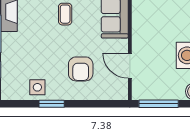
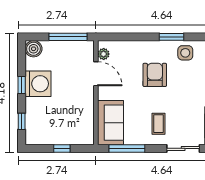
armchair: (81, 69) -> (155, 75), moved
plant: (122, 86) -> (104, 54), added

